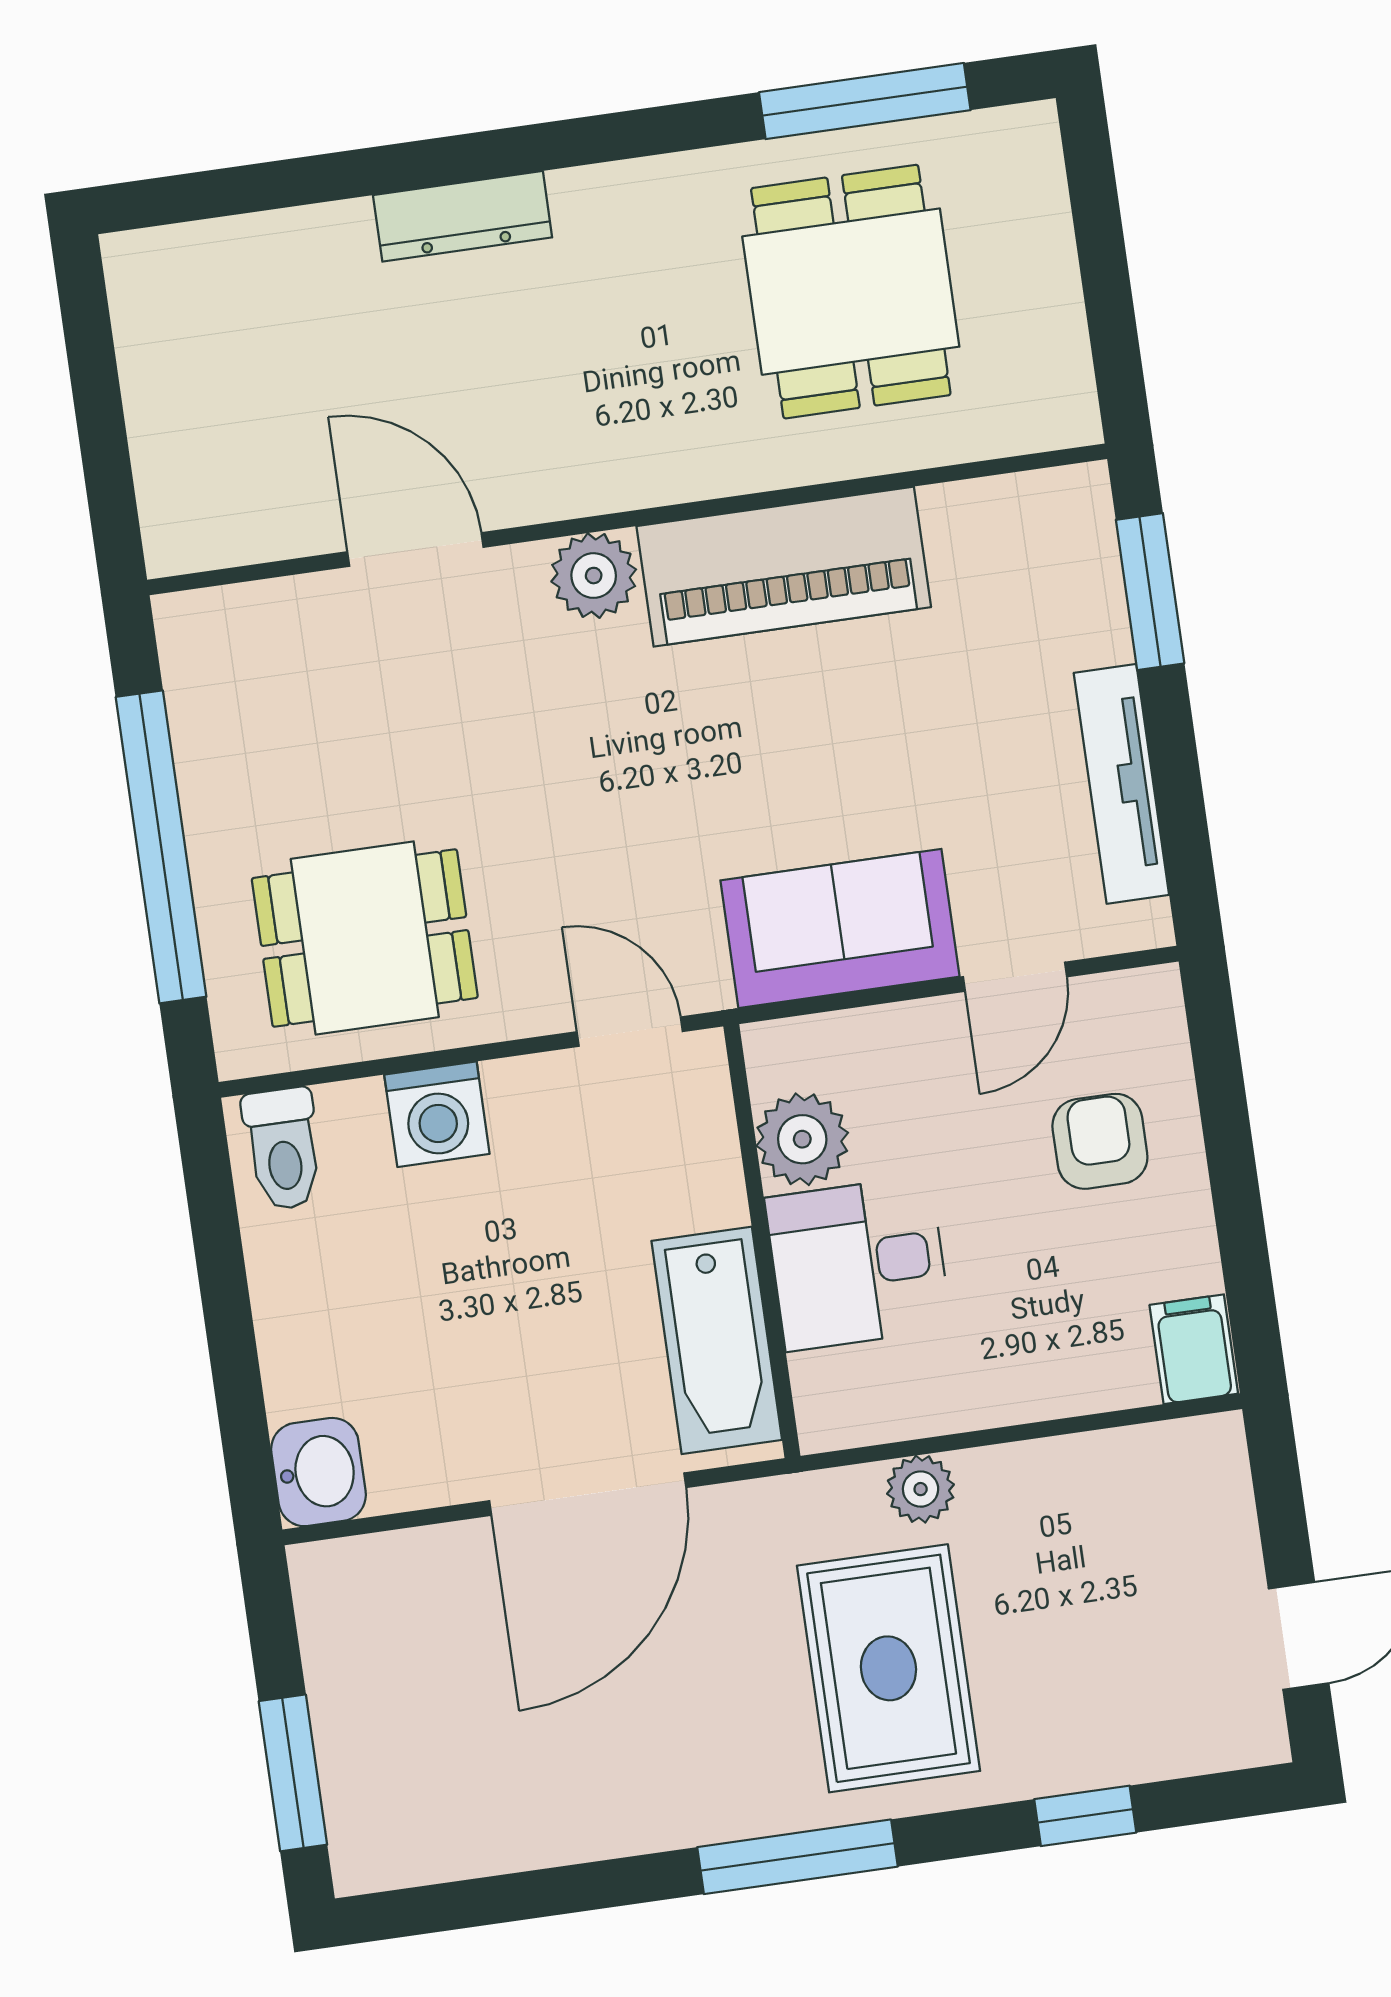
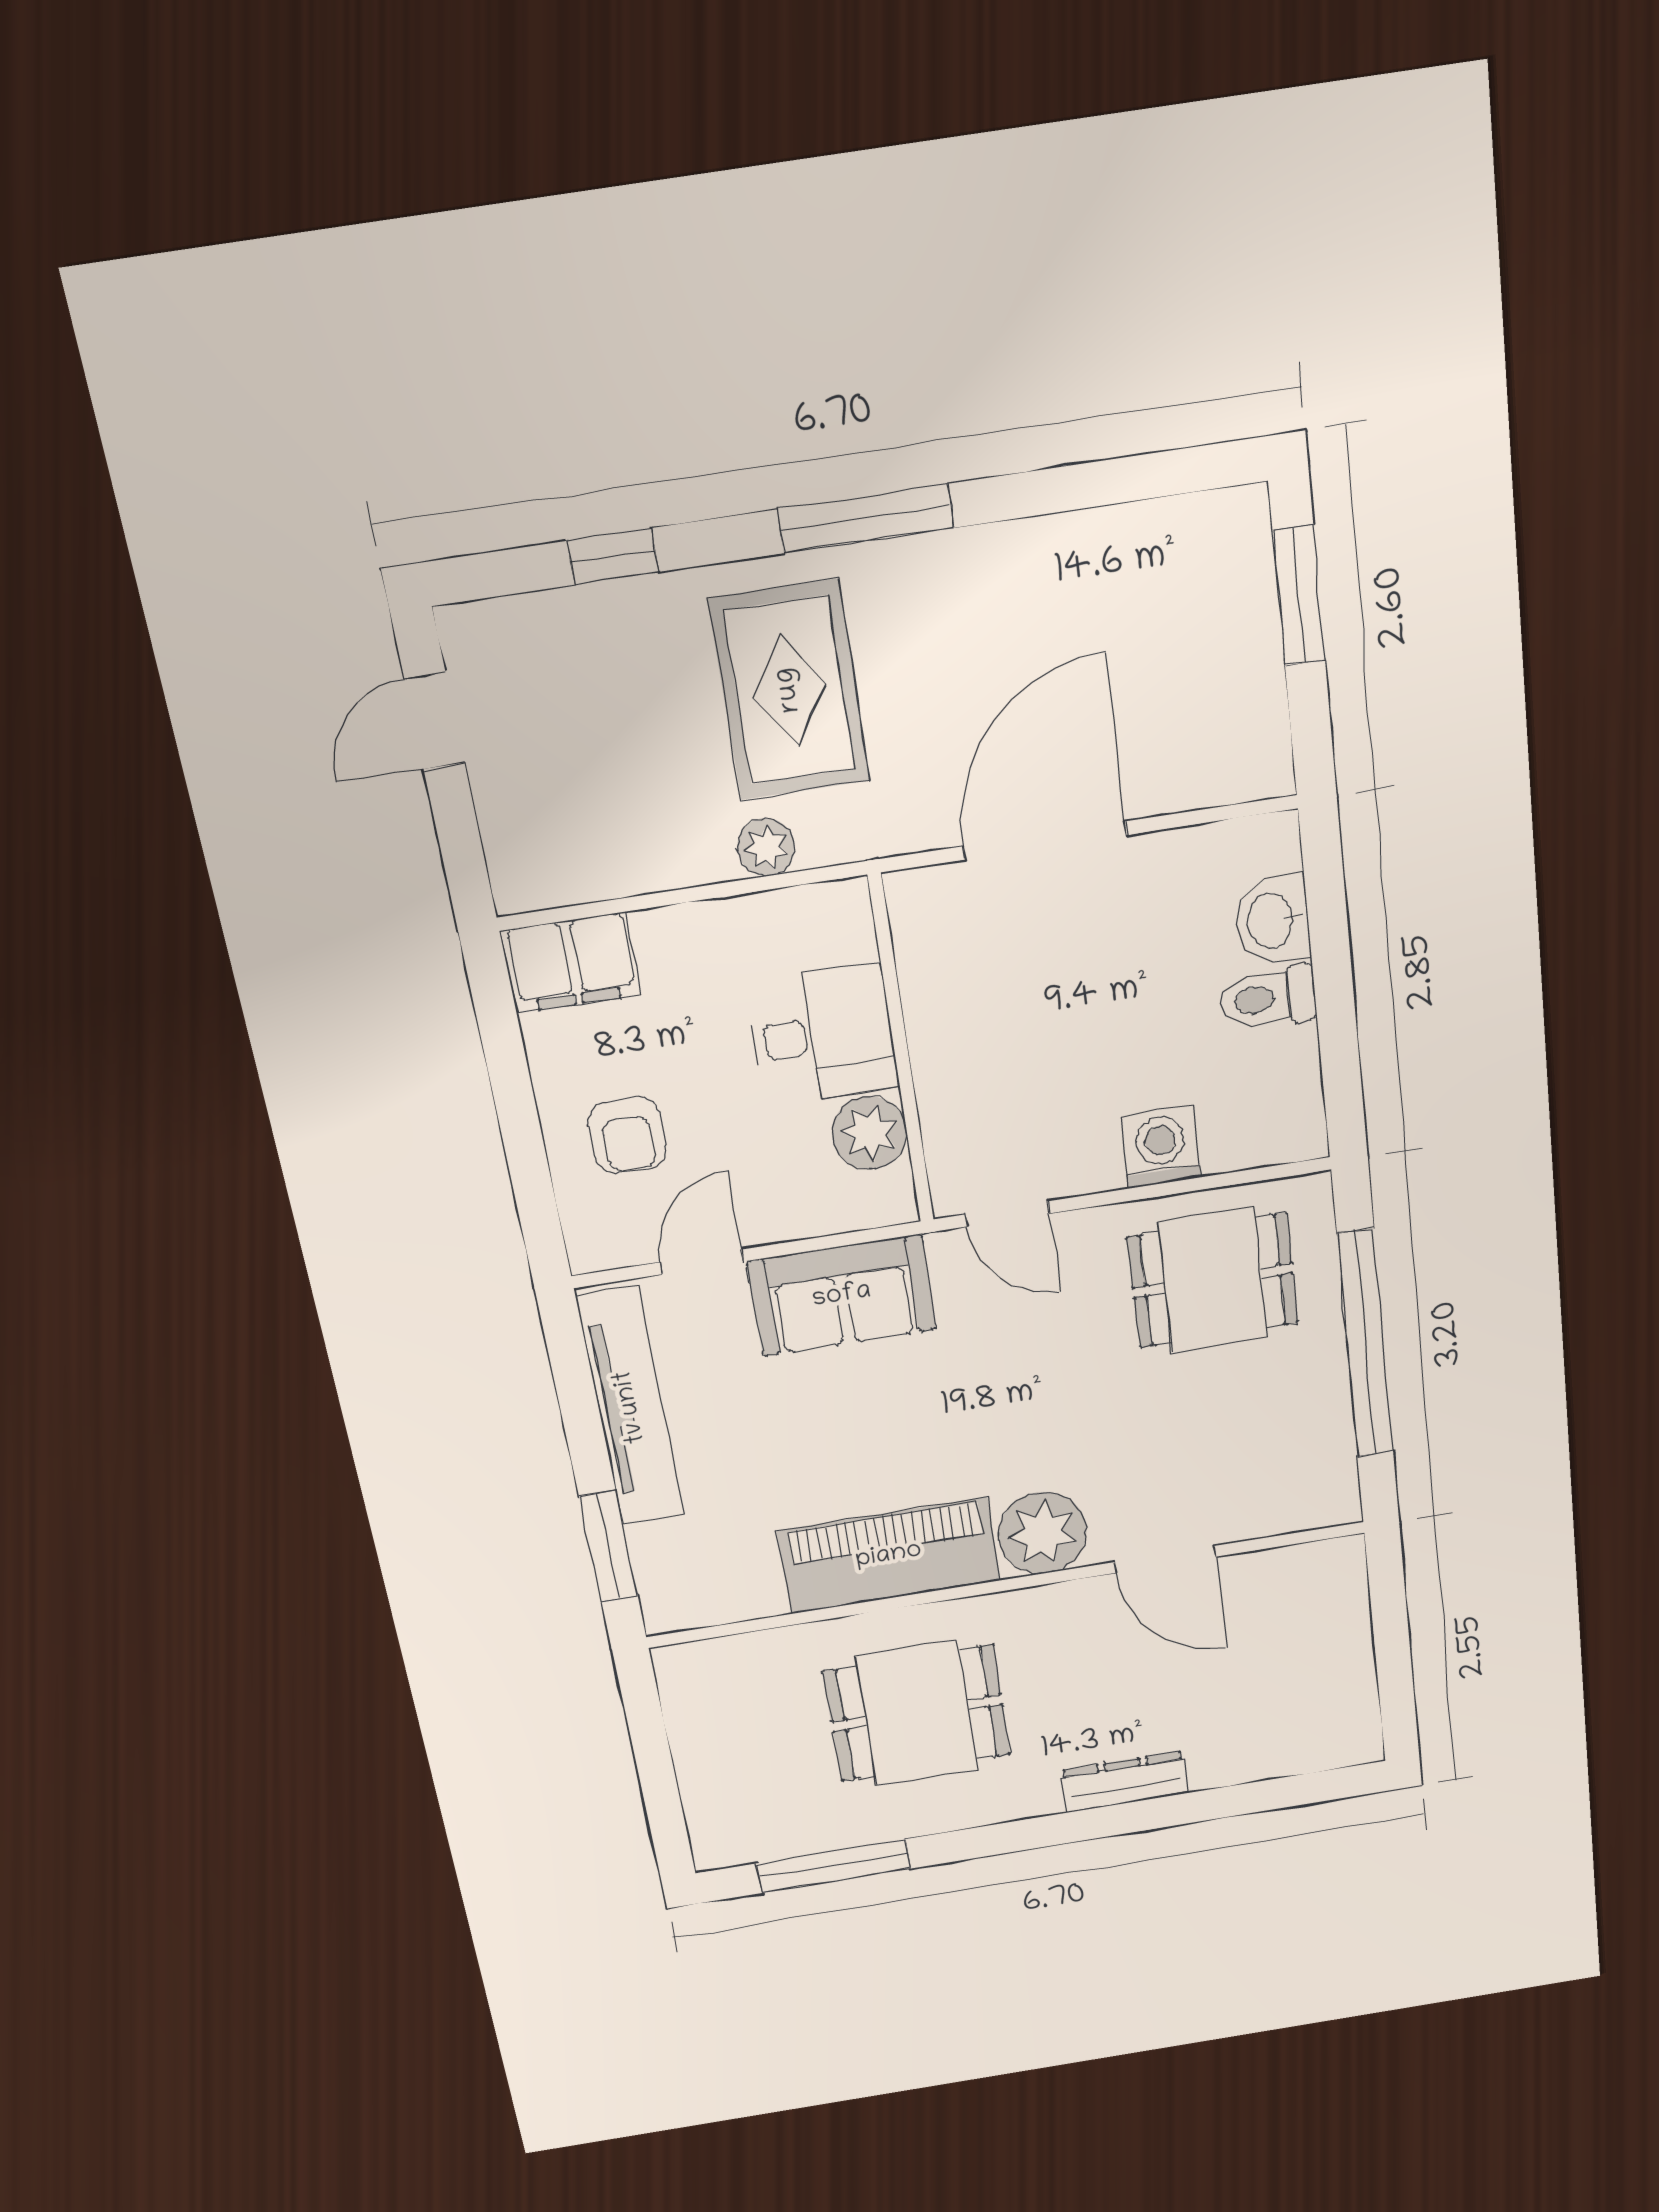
dining table: (851, 292) -> (917, 1713), moved, turned 90
plant: (594, 576) -> (1042, 1533), width x1.36, depth x1.36
tv unit: (1121, 784) -> (631, 1407), width x1.36, depth x1.29
toilet: (283, 1149) -> (1267, 998), moved, turned -90
bathtub: (717, 1340) -> (938, 970), removed
filing cabinet: (1194, 1349) -> (572, 963), width x2.00
washbasin: (319, 1472) -> (1272, 920), moved

